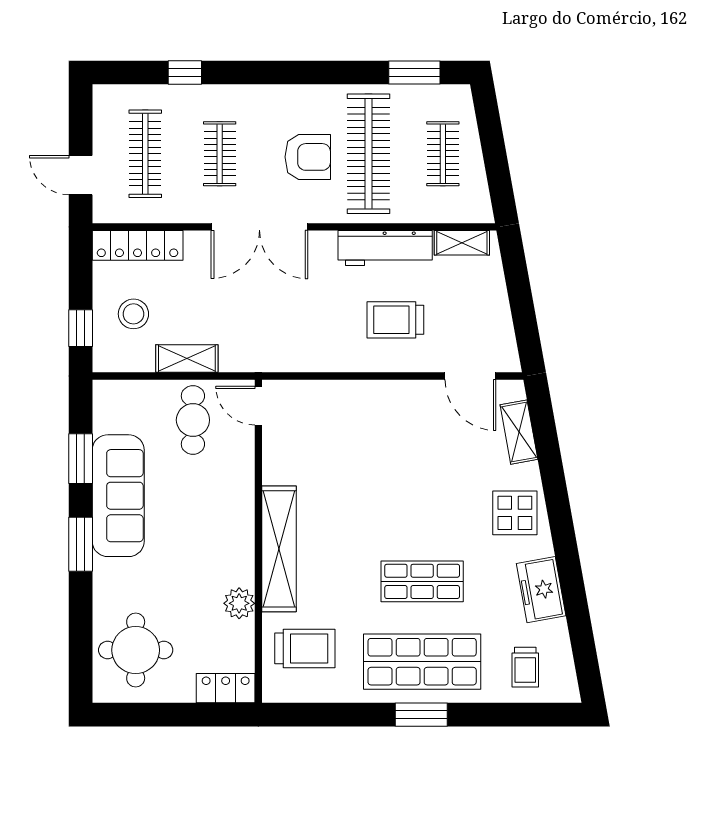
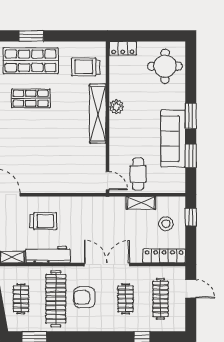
plant: (239, 603) -> (116, 107), moved

